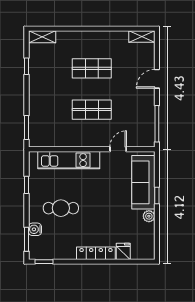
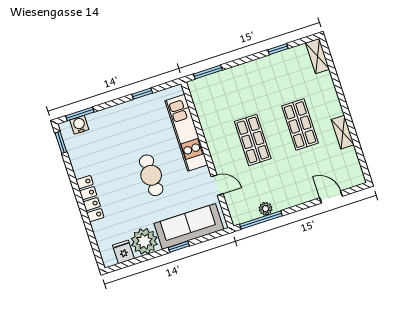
shelving: (142, 37) -> (343, 132), moved
door: (157, 79) -> (331, 197), moved
plant: (149, 117) -> (266, 209), added
cafe table: (61, 208) -> (151, 175), moved
plant: (149, 216) -> (144, 241), width x1.88, depth x1.88
water cooler: (35, 229) -> (79, 125), moved
fridge: (123, 251) -> (123, 252), moved, turned -90

